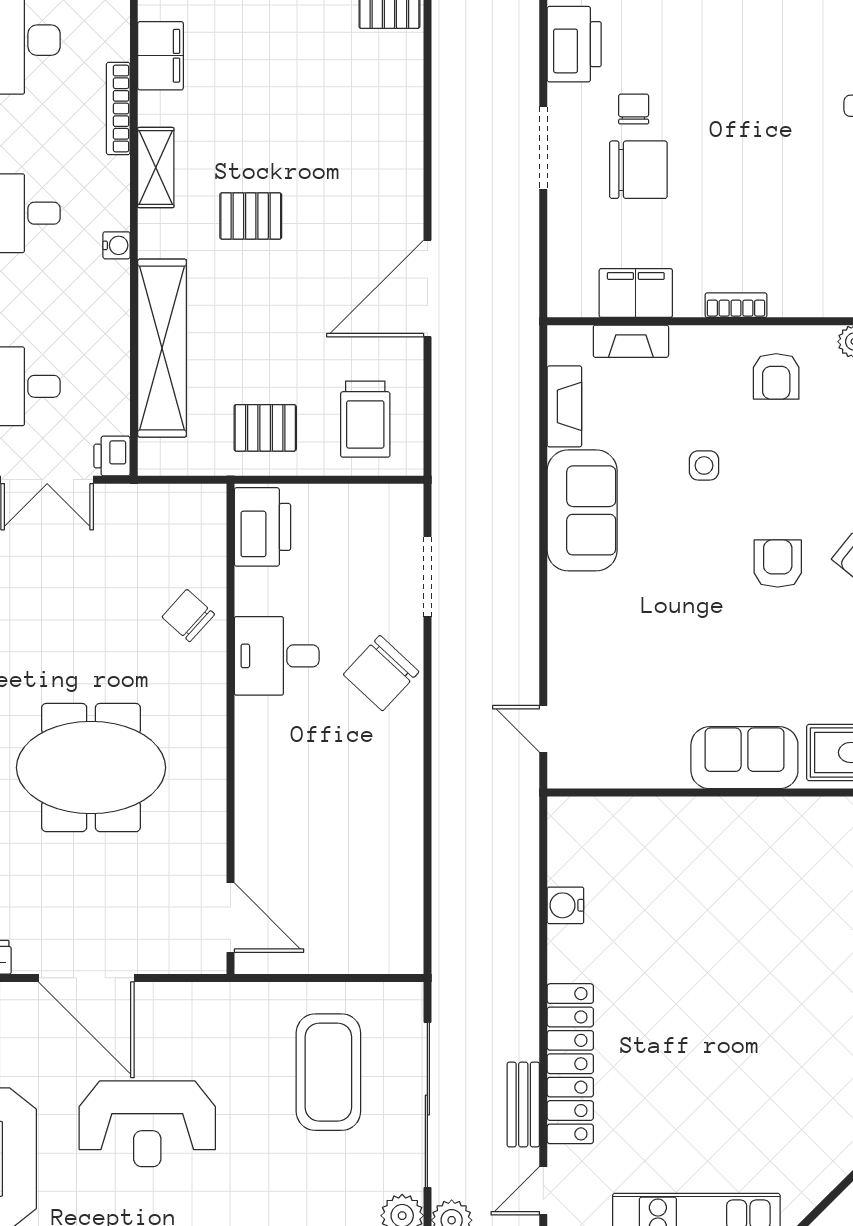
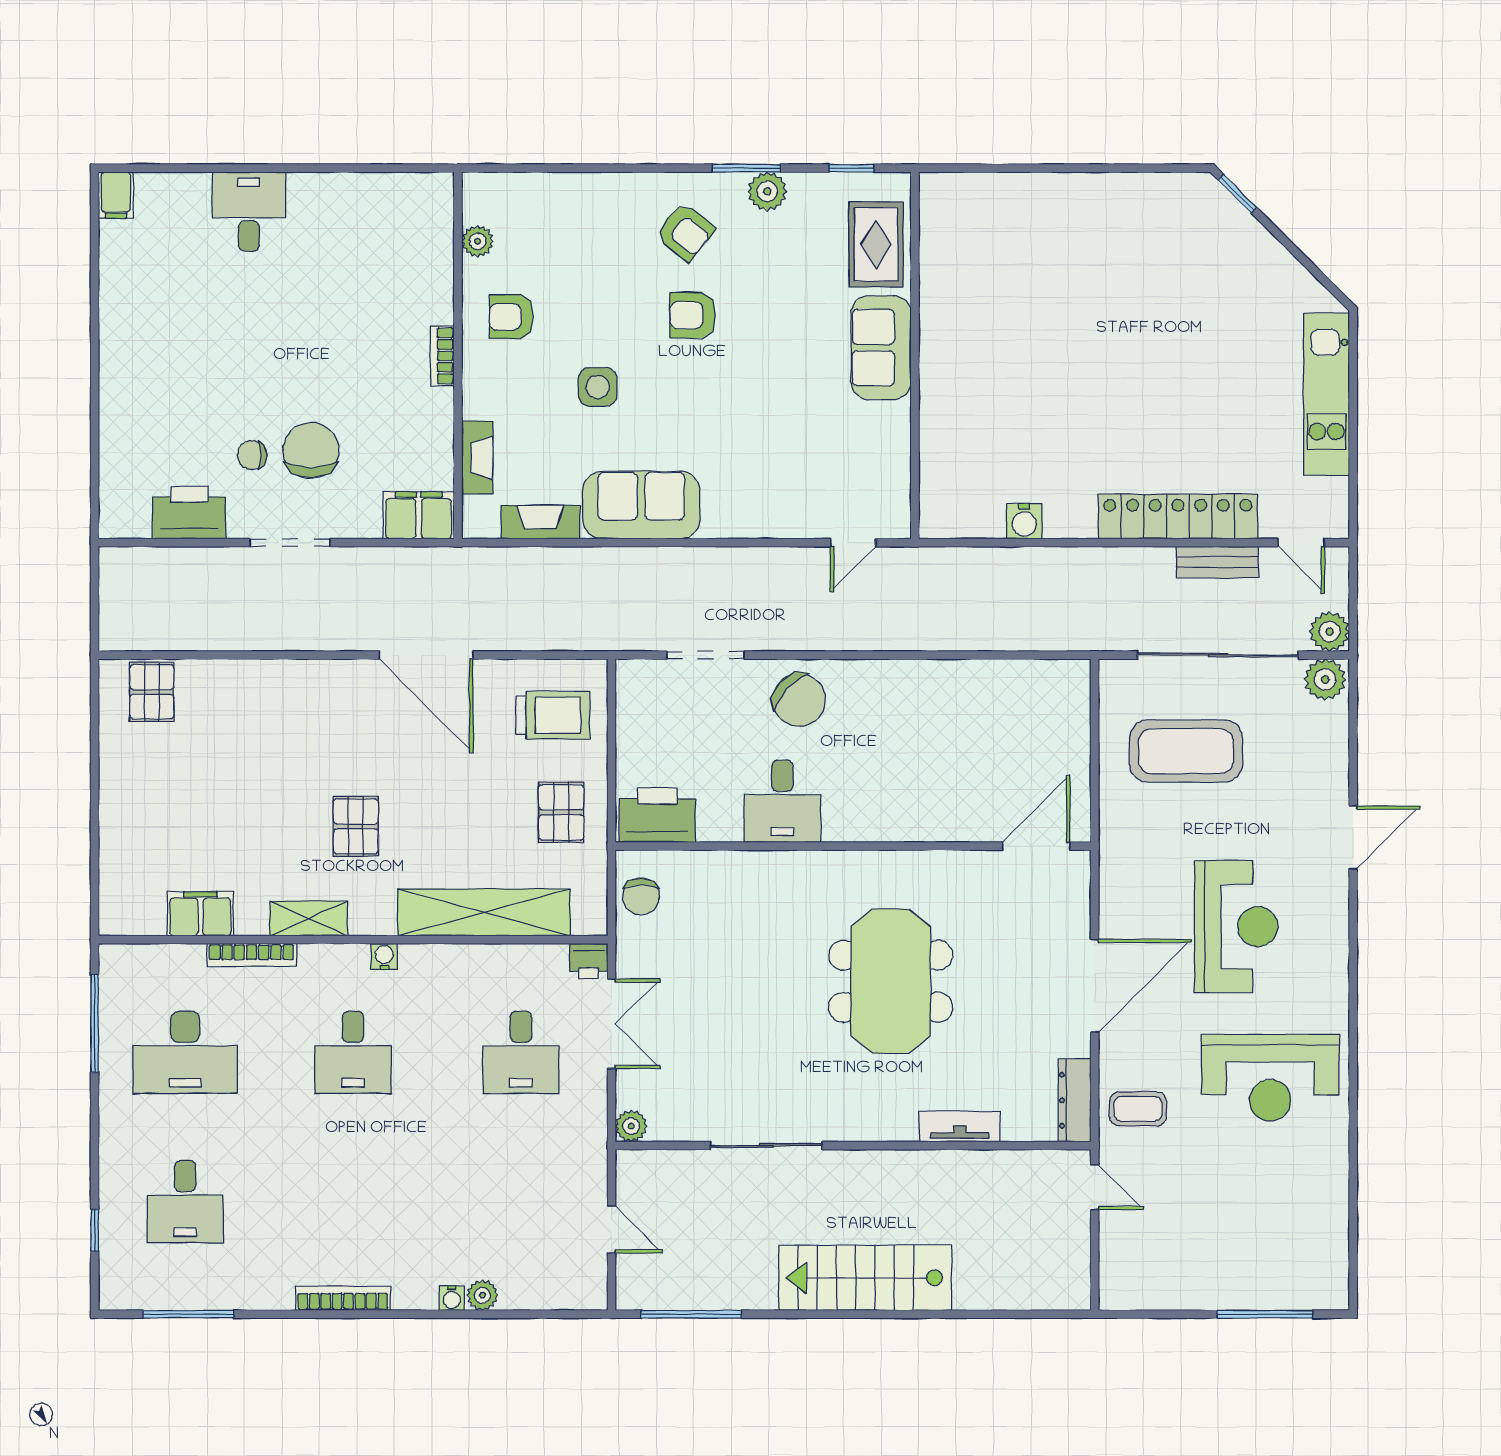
filing cabinet: (636, 293) -> (419, 515), moved, turned 90
armchair: (776, 376) -> (511, 317), turned 180
side table: (704, 465) -> (598, 387), width x1.37, depth x1.37
chair: (188, 616) -> (641, 896), moved, turned -42

